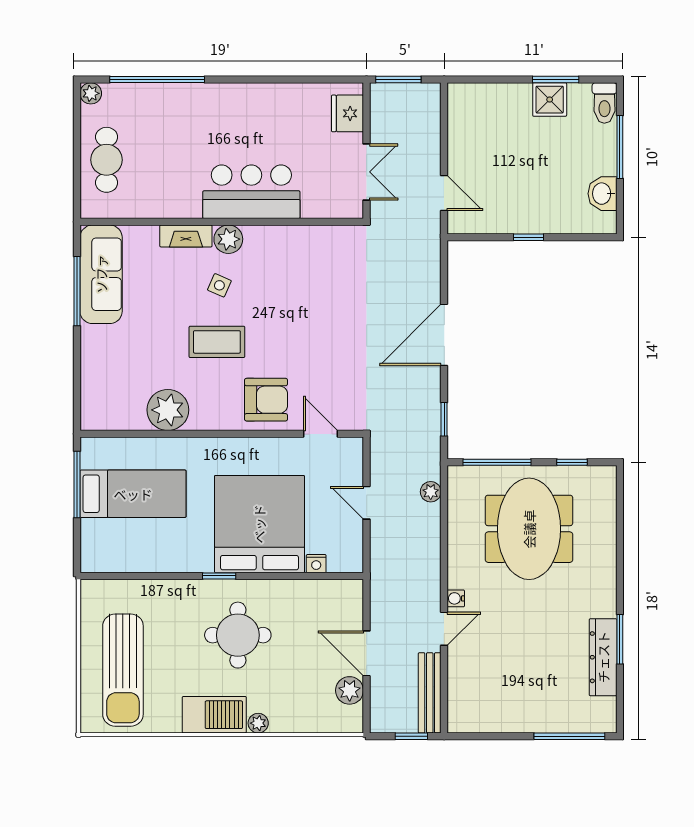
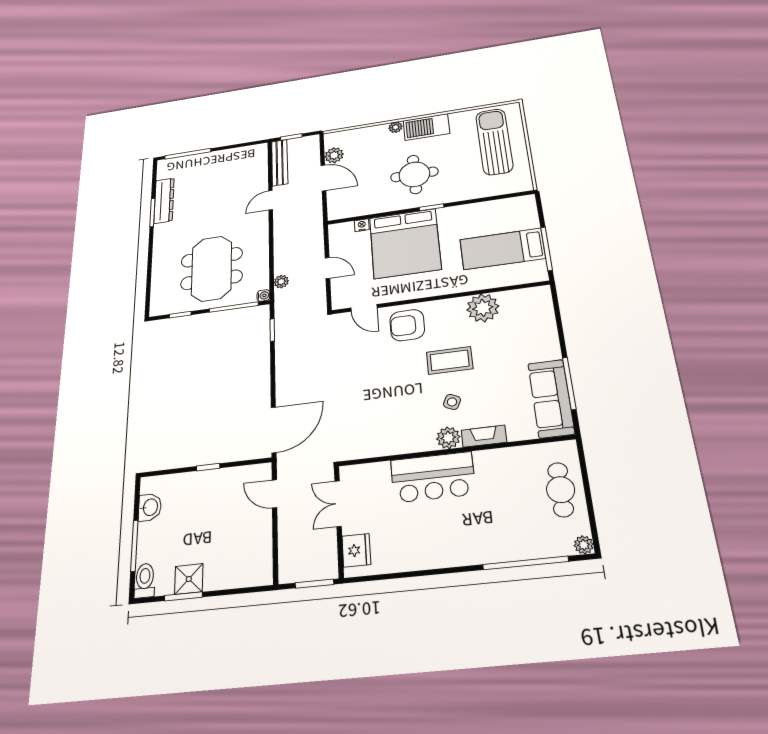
door: (444, 335) -> (274, 430), moved
water cooler: (456, 598) -> (263, 295), moved

